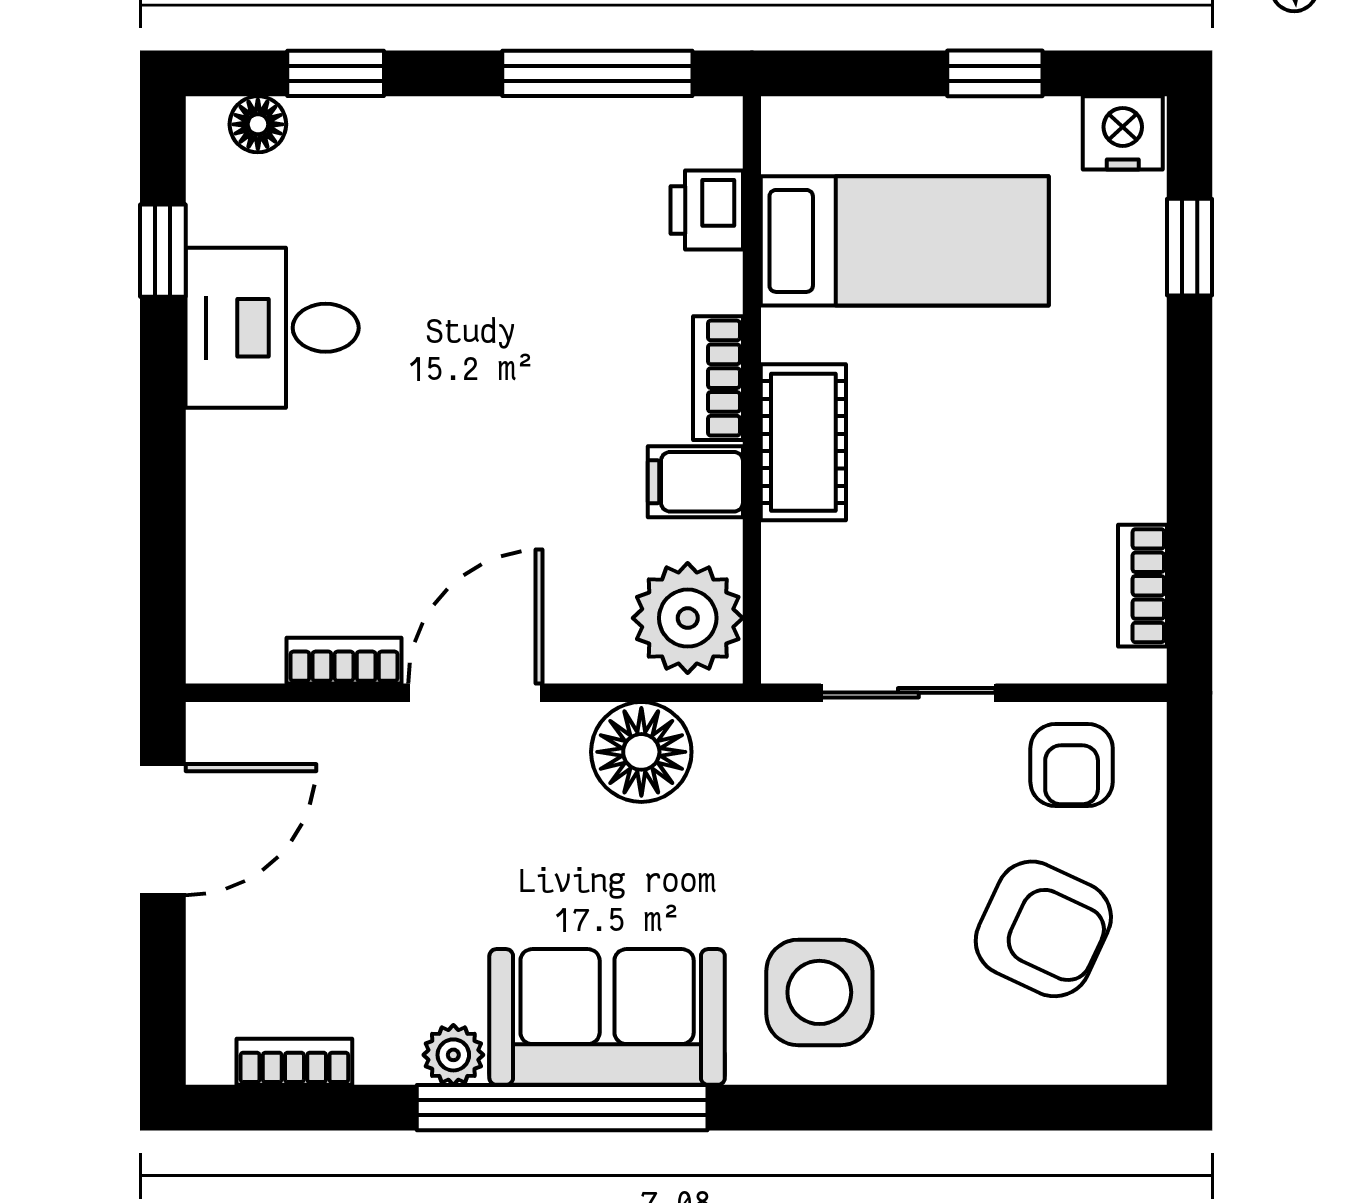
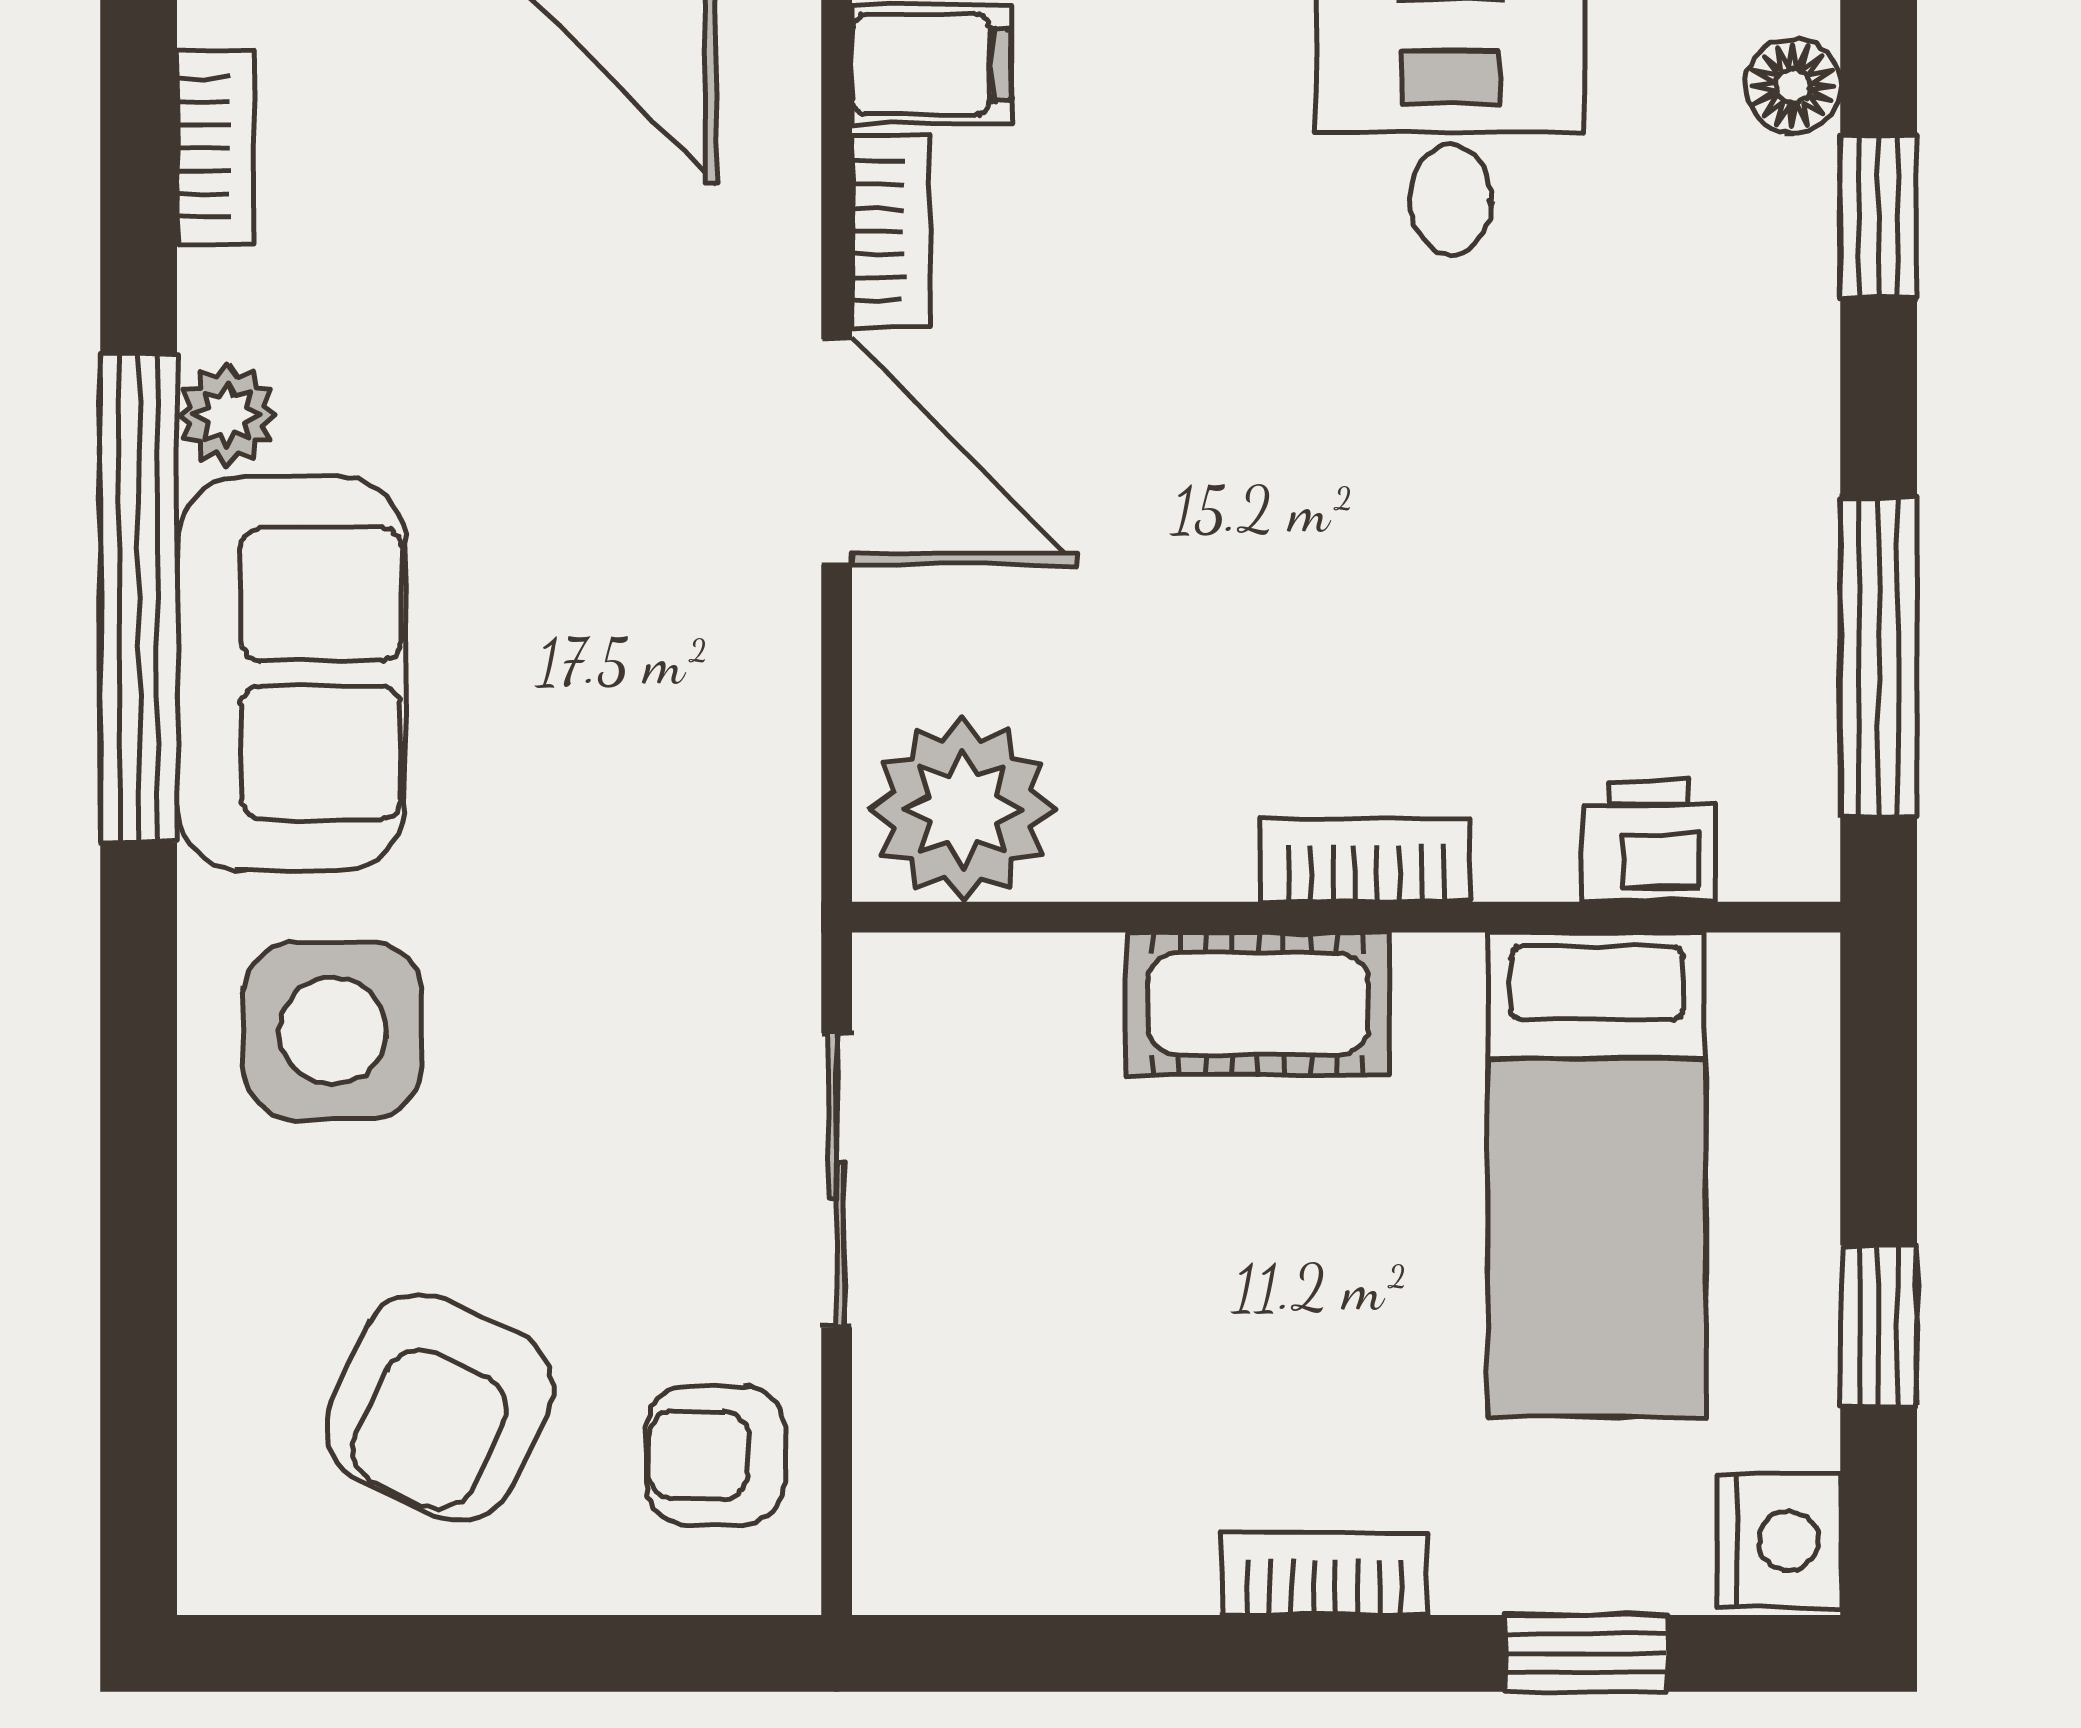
filing cabinet: (695, 482) -> (932, 64), moved, turned 90
bookcase: (1142, 586) -> (1324, 1574), moved
floor lamp: (641, 752) -> (737, 731), removed

